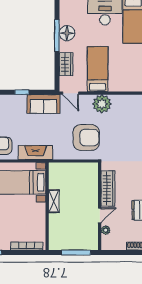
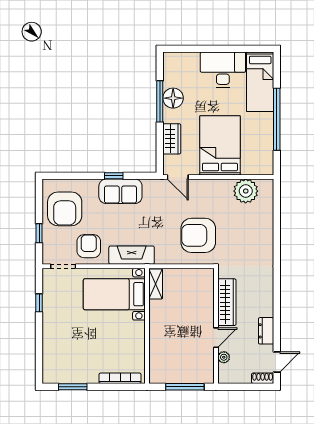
bed: (98, 69) -> (220, 145), width x1.50
sofa: (44, 104) -> (120, 191), moved
plant: (102, 104) -> (246, 191), moved
armchair: (86, 138) -> (198, 235), turned 180
shelving: (54, 201) -> (156, 284), moved

